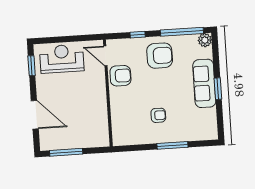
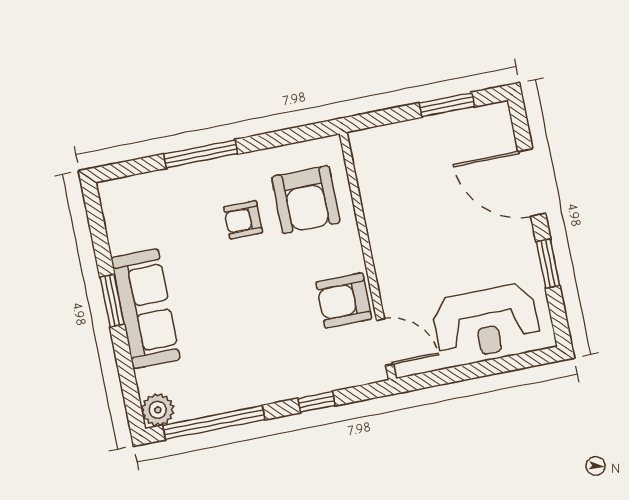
armchair: (160, 56) -> (306, 200), moved, turned -90
window: (32, 66) -> (548, 264), moved
window: (66, 152) -> (447, 105), width x0.69

